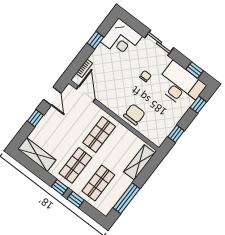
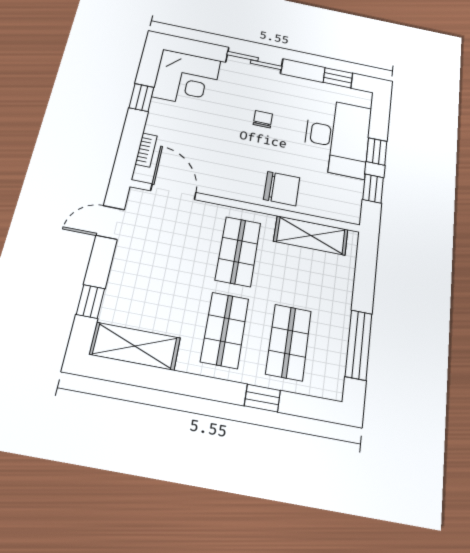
desk: (180, 85) -> (337, 137), moved, turned 90
door: (52, 96) -> (110, 222), swing flipped
window: (198, 105) -> (376, 151), moved
chair: (134, 115) -> (282, 189), turned 90
window: (35, 118) -> (90, 302), moved
shelving: (139, 162) -> (311, 235), moved, turned 90
window: (60, 187) -> (216, 389), removed

